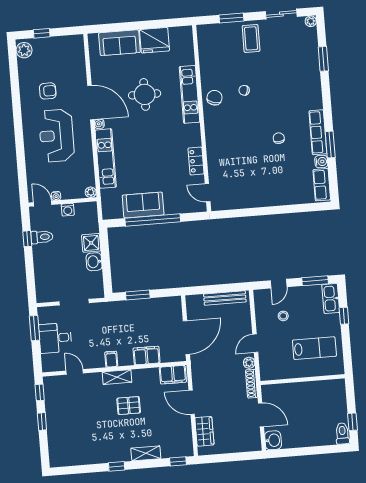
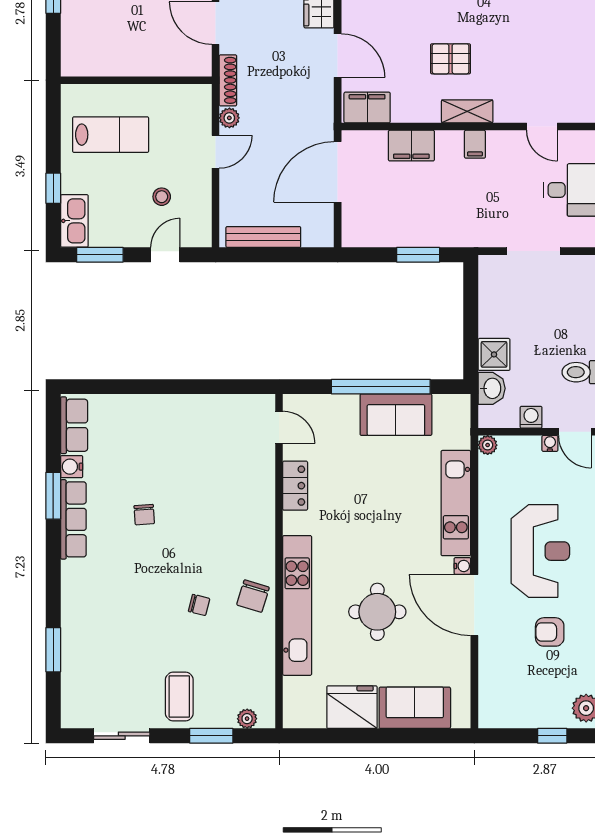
plant: (311, 21) -> (247, 719), moved
kitchen unit: (190, 94) -> (297, 605), width x1.36
washbasin: (94, 262) -> (492, 388), moved
lab bench: (314, 348) -> (111, 135), turned 180

